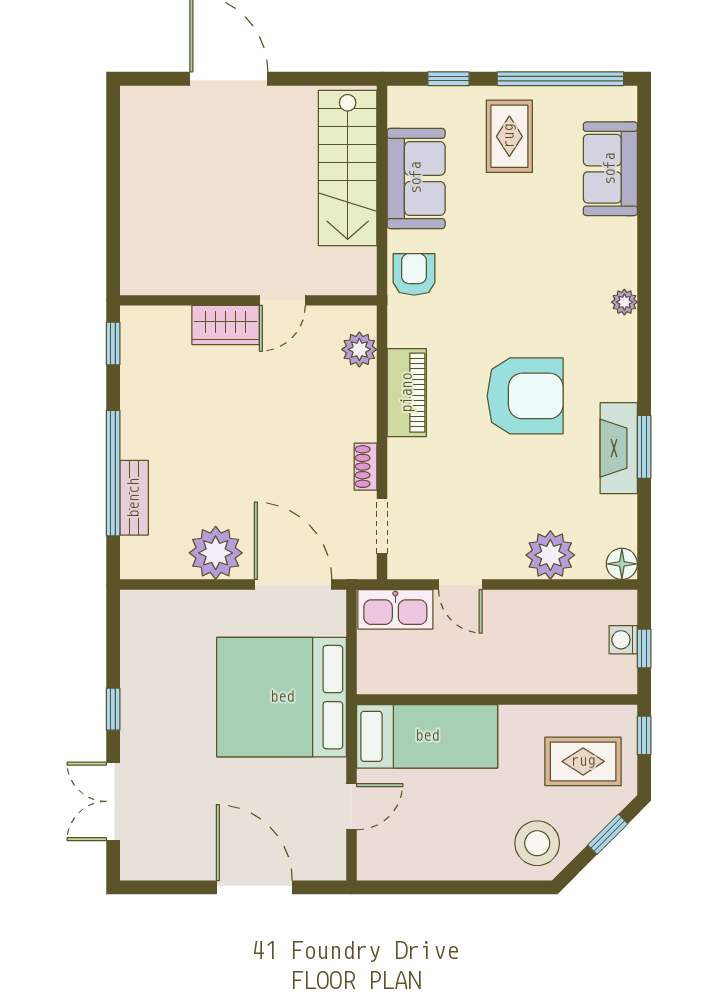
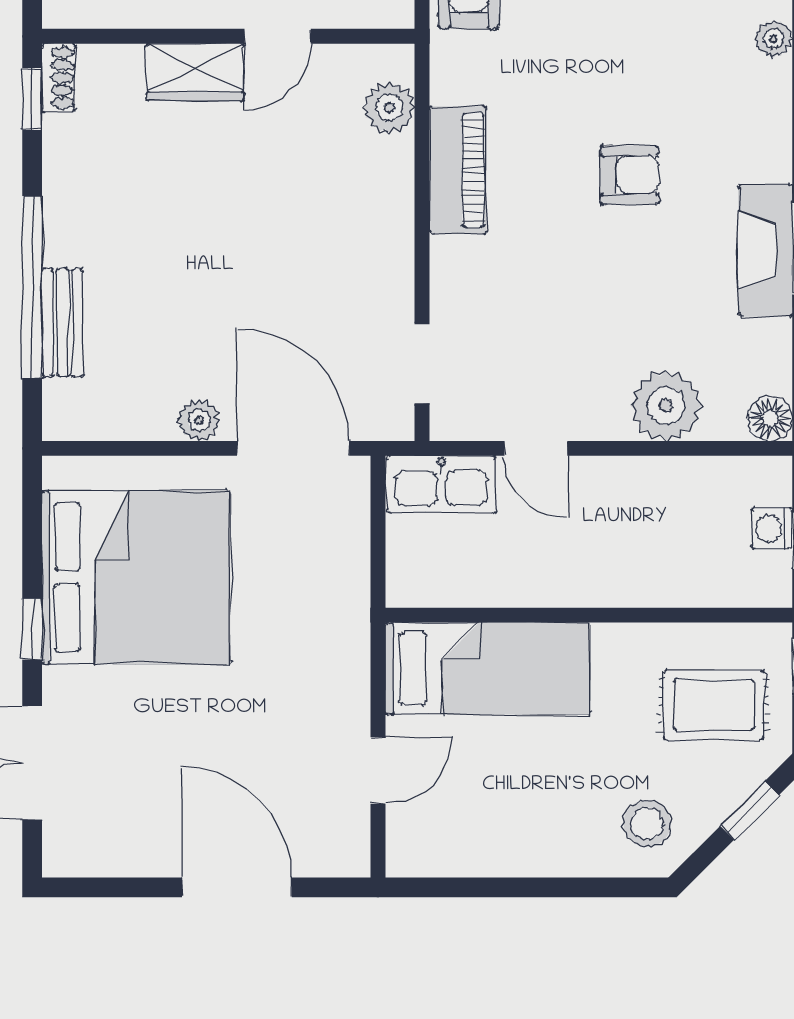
armchair: (525, 396) -> (630, 175), width x0.53, depth x0.53
shoe rack: (366, 467) -> (58, 78), moved, turned 180
plant: (216, 553) -> (199, 420), width x0.53, depth x0.53
bed: (282, 697) -> (136, 577), moved, turned 180
stool: (537, 843) -> (647, 823), width x0.73, depth x0.73

